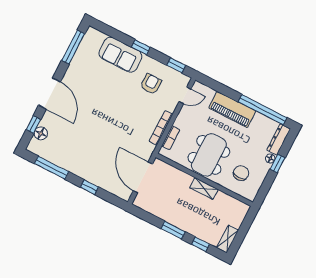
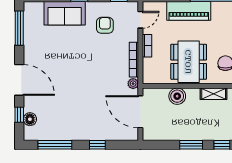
bookcase: (171, 138) -> (147, 46), moved
plant: (149, 149) -> (133, 84), added
boiler: (183, 180) -> (177, 96), added
shelving: (204, 189) -> (214, 94), moved

